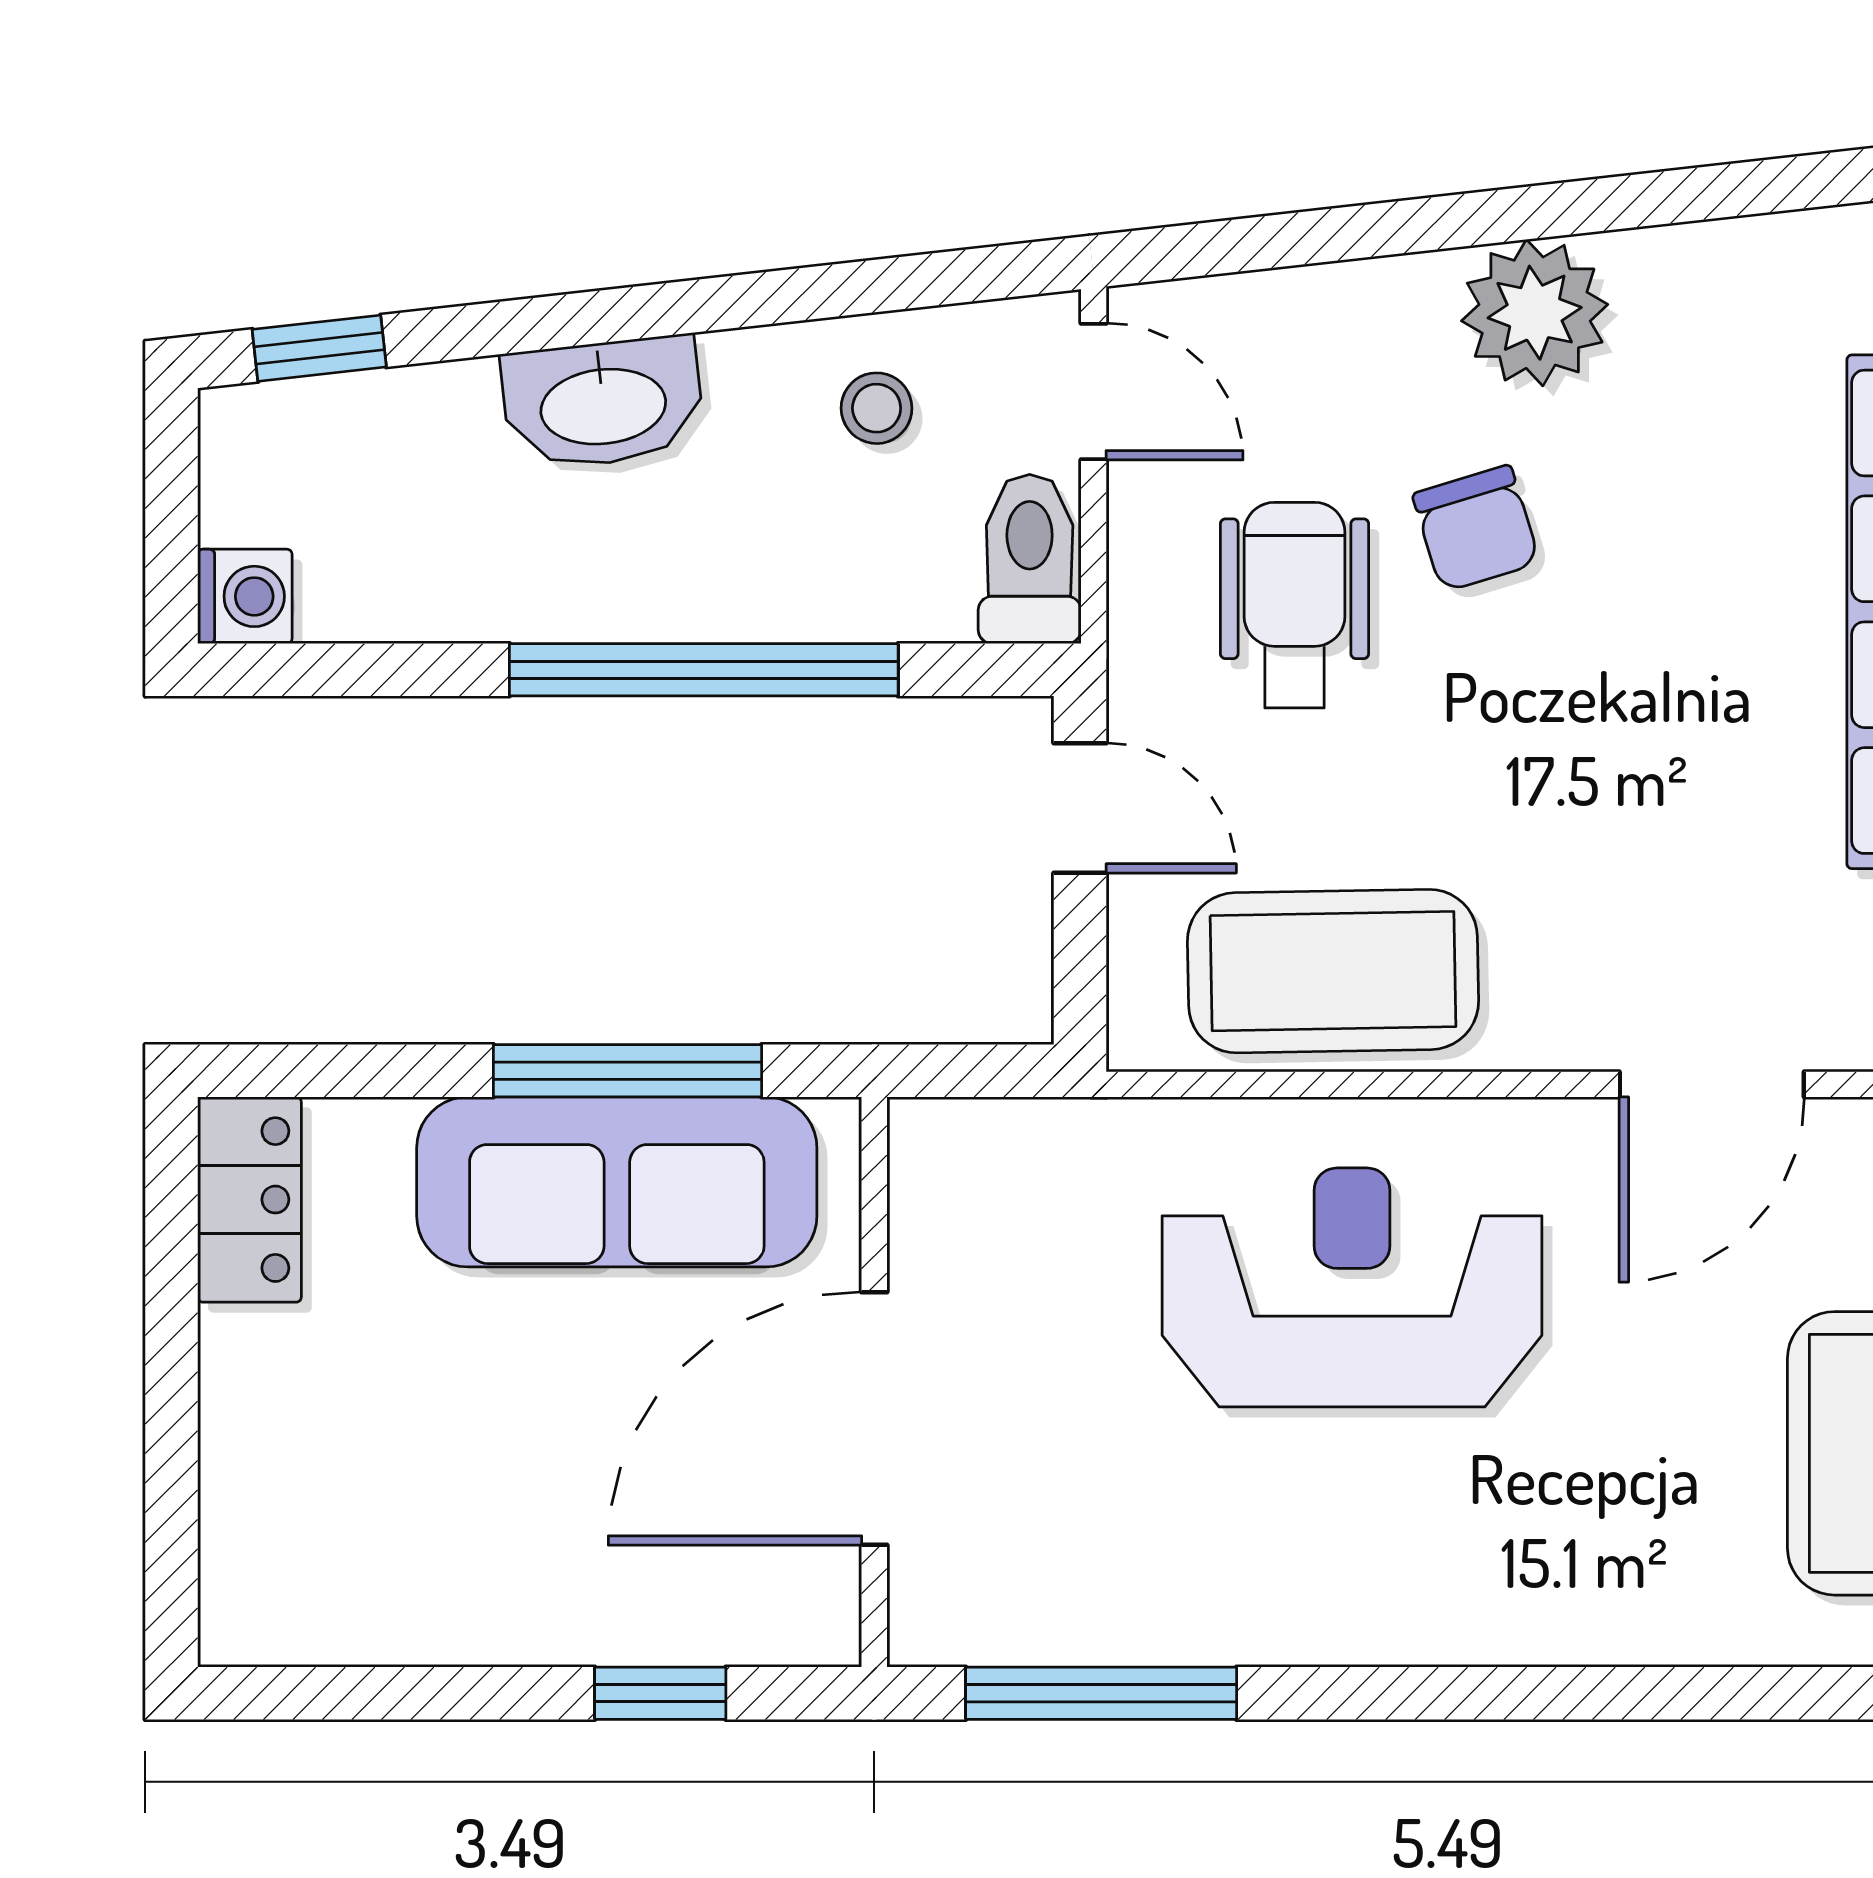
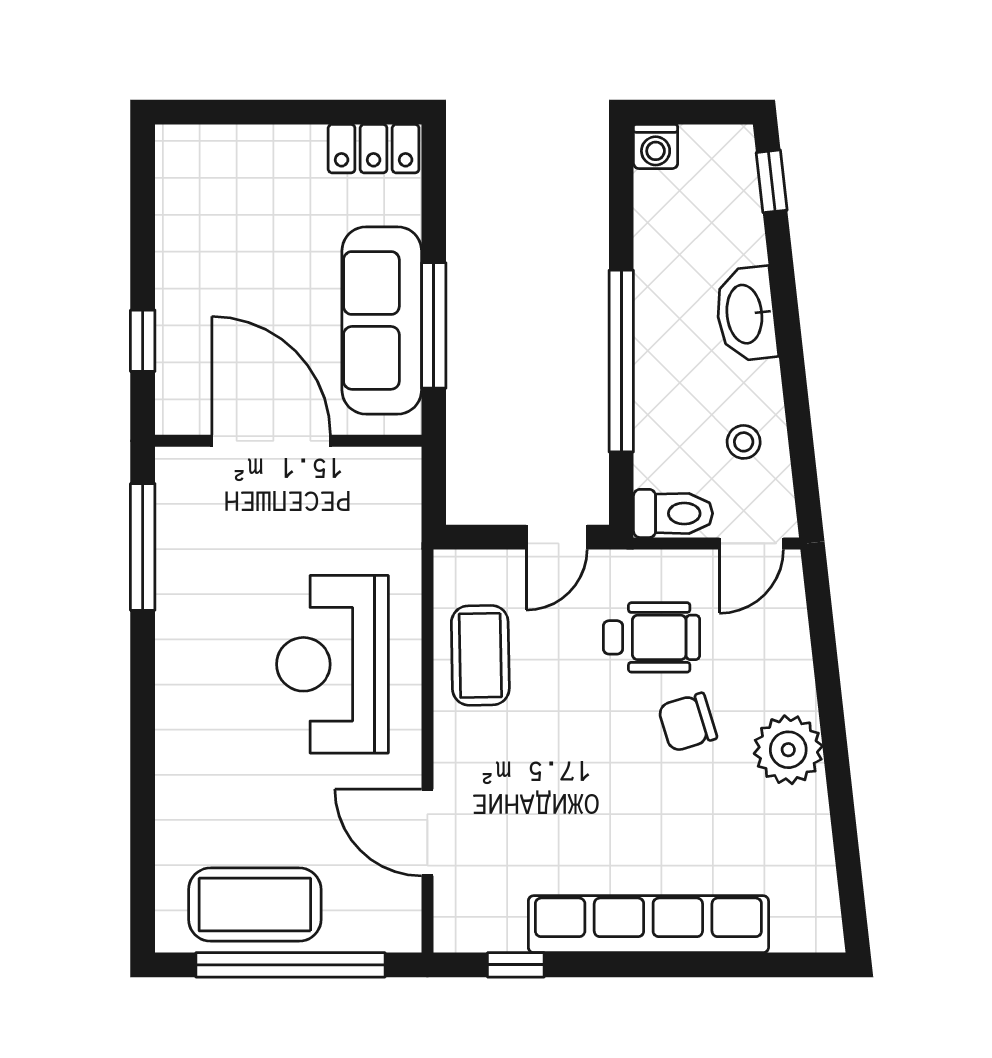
coffee table: (1333, 971) -> (480, 655), width x0.73, depth x0.76
reception desk: (1352, 1287) -> (332, 664), turned 180

